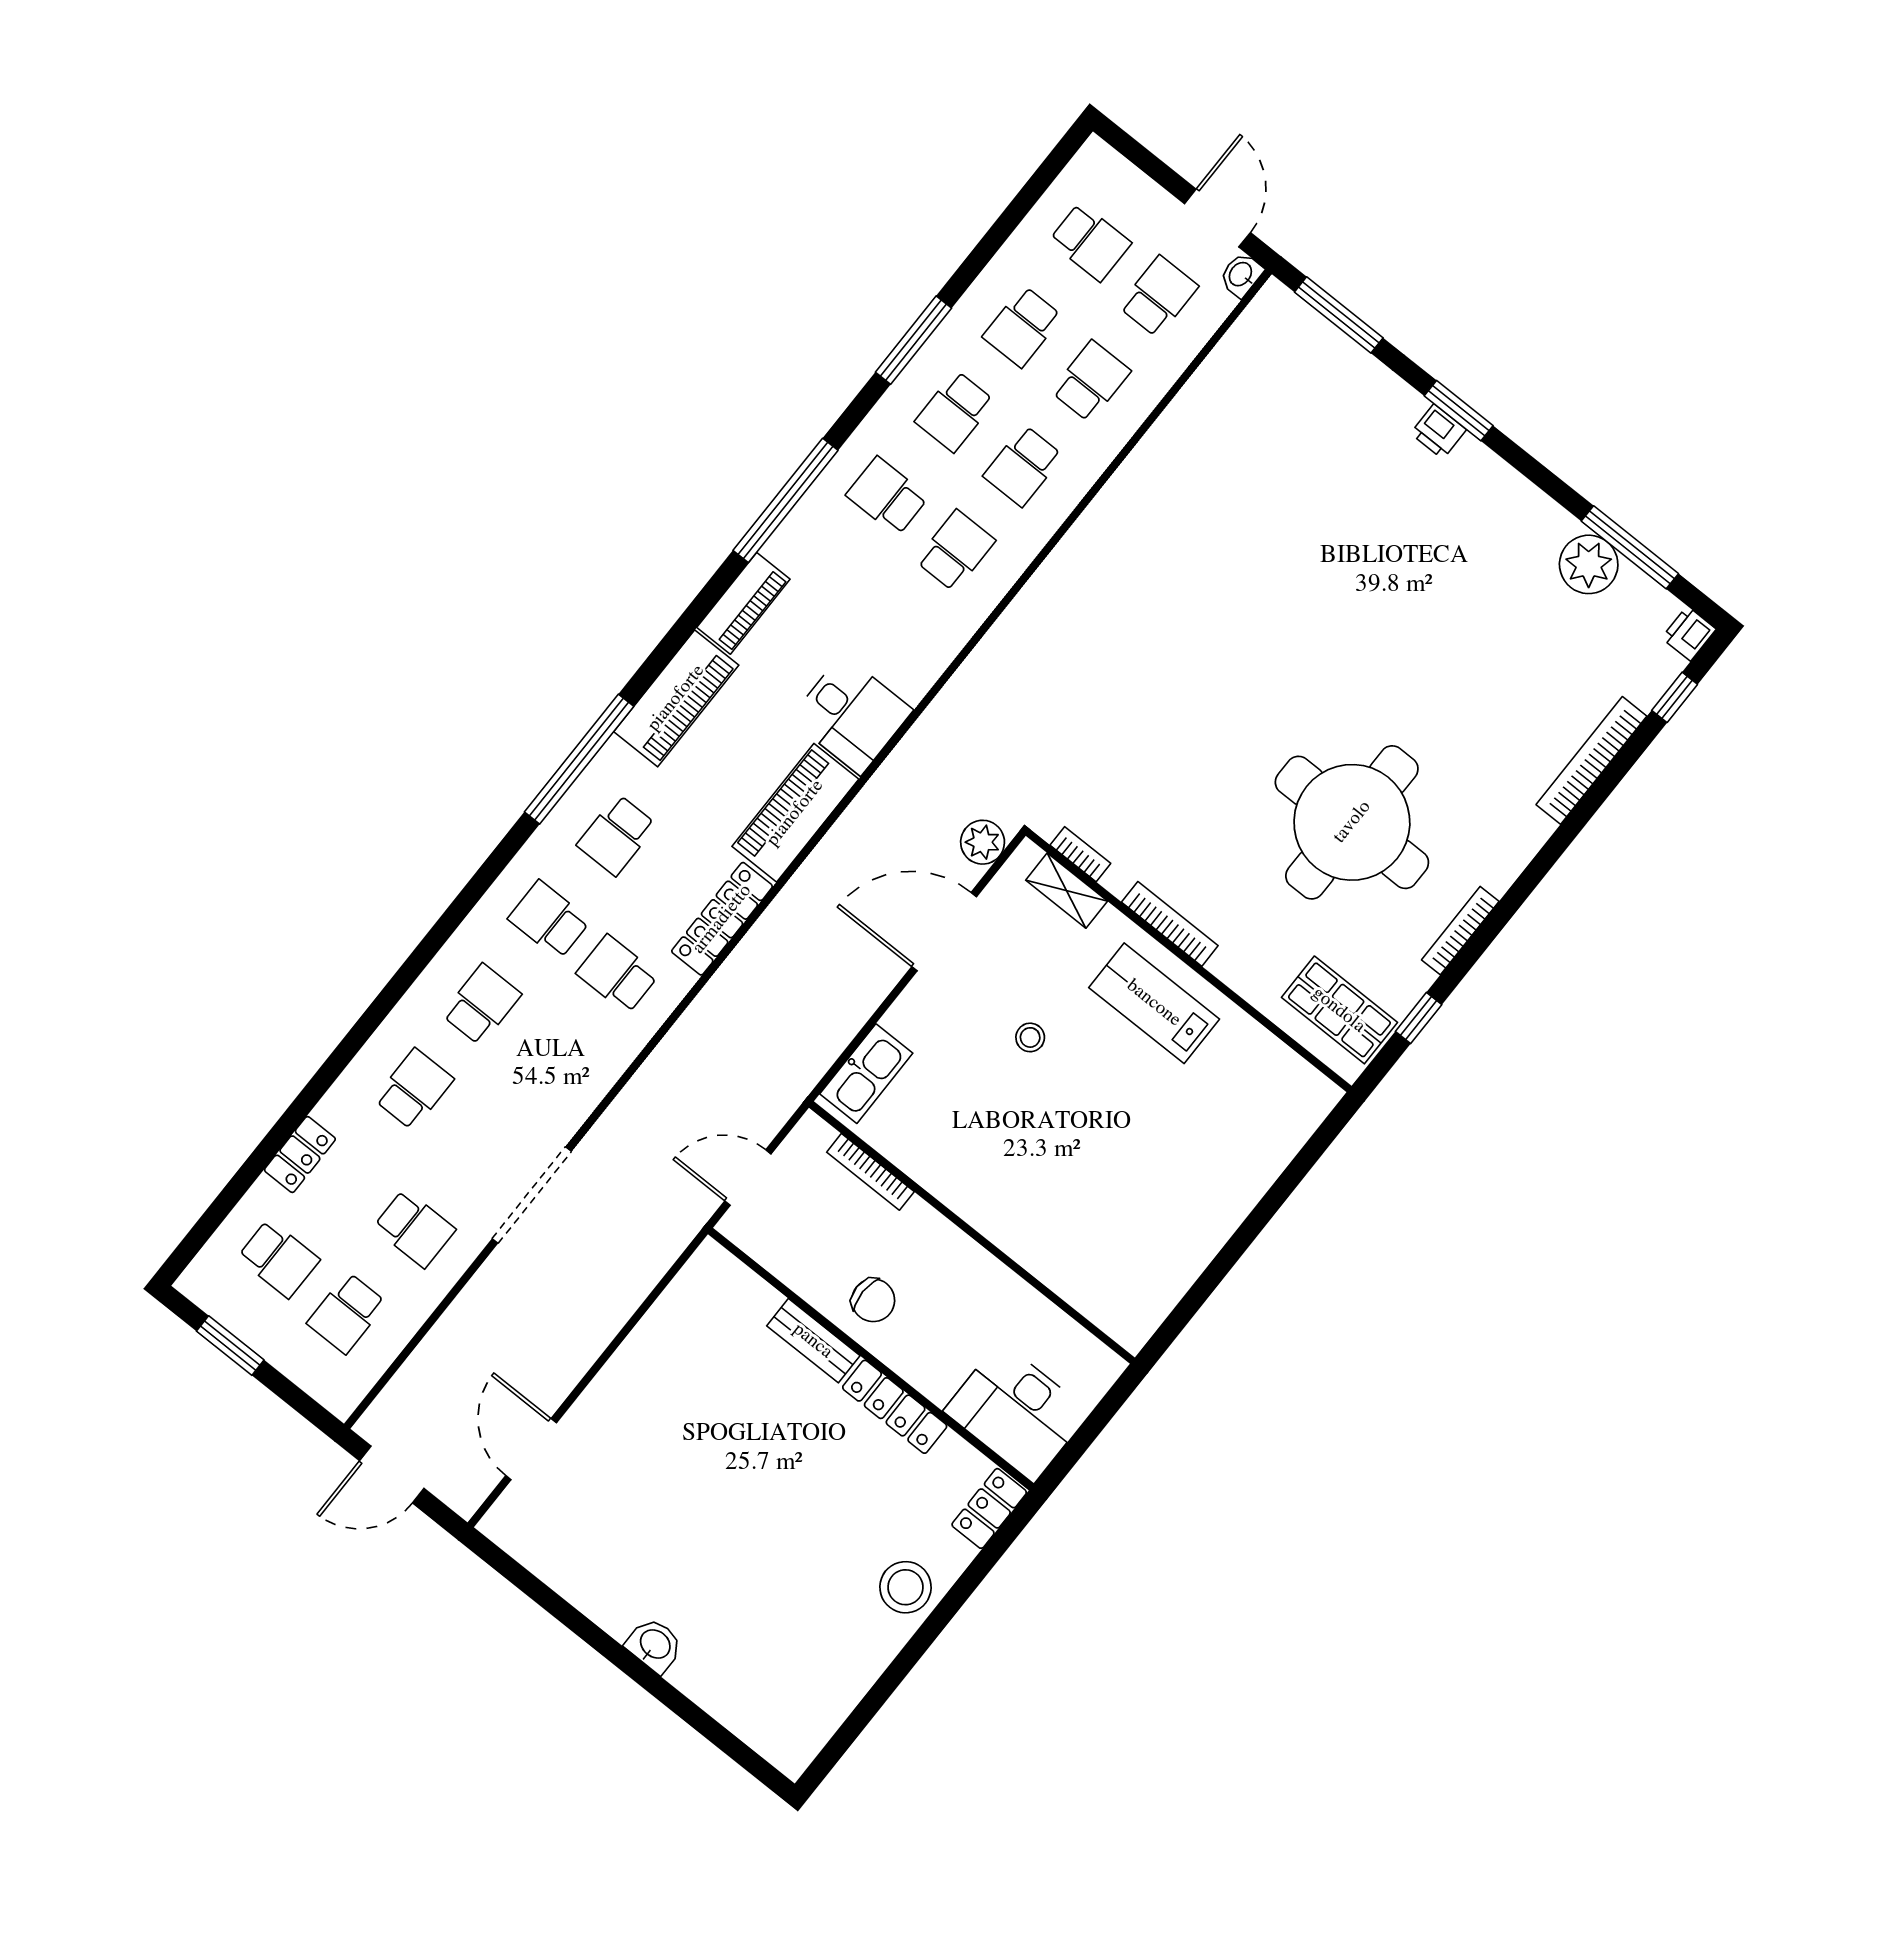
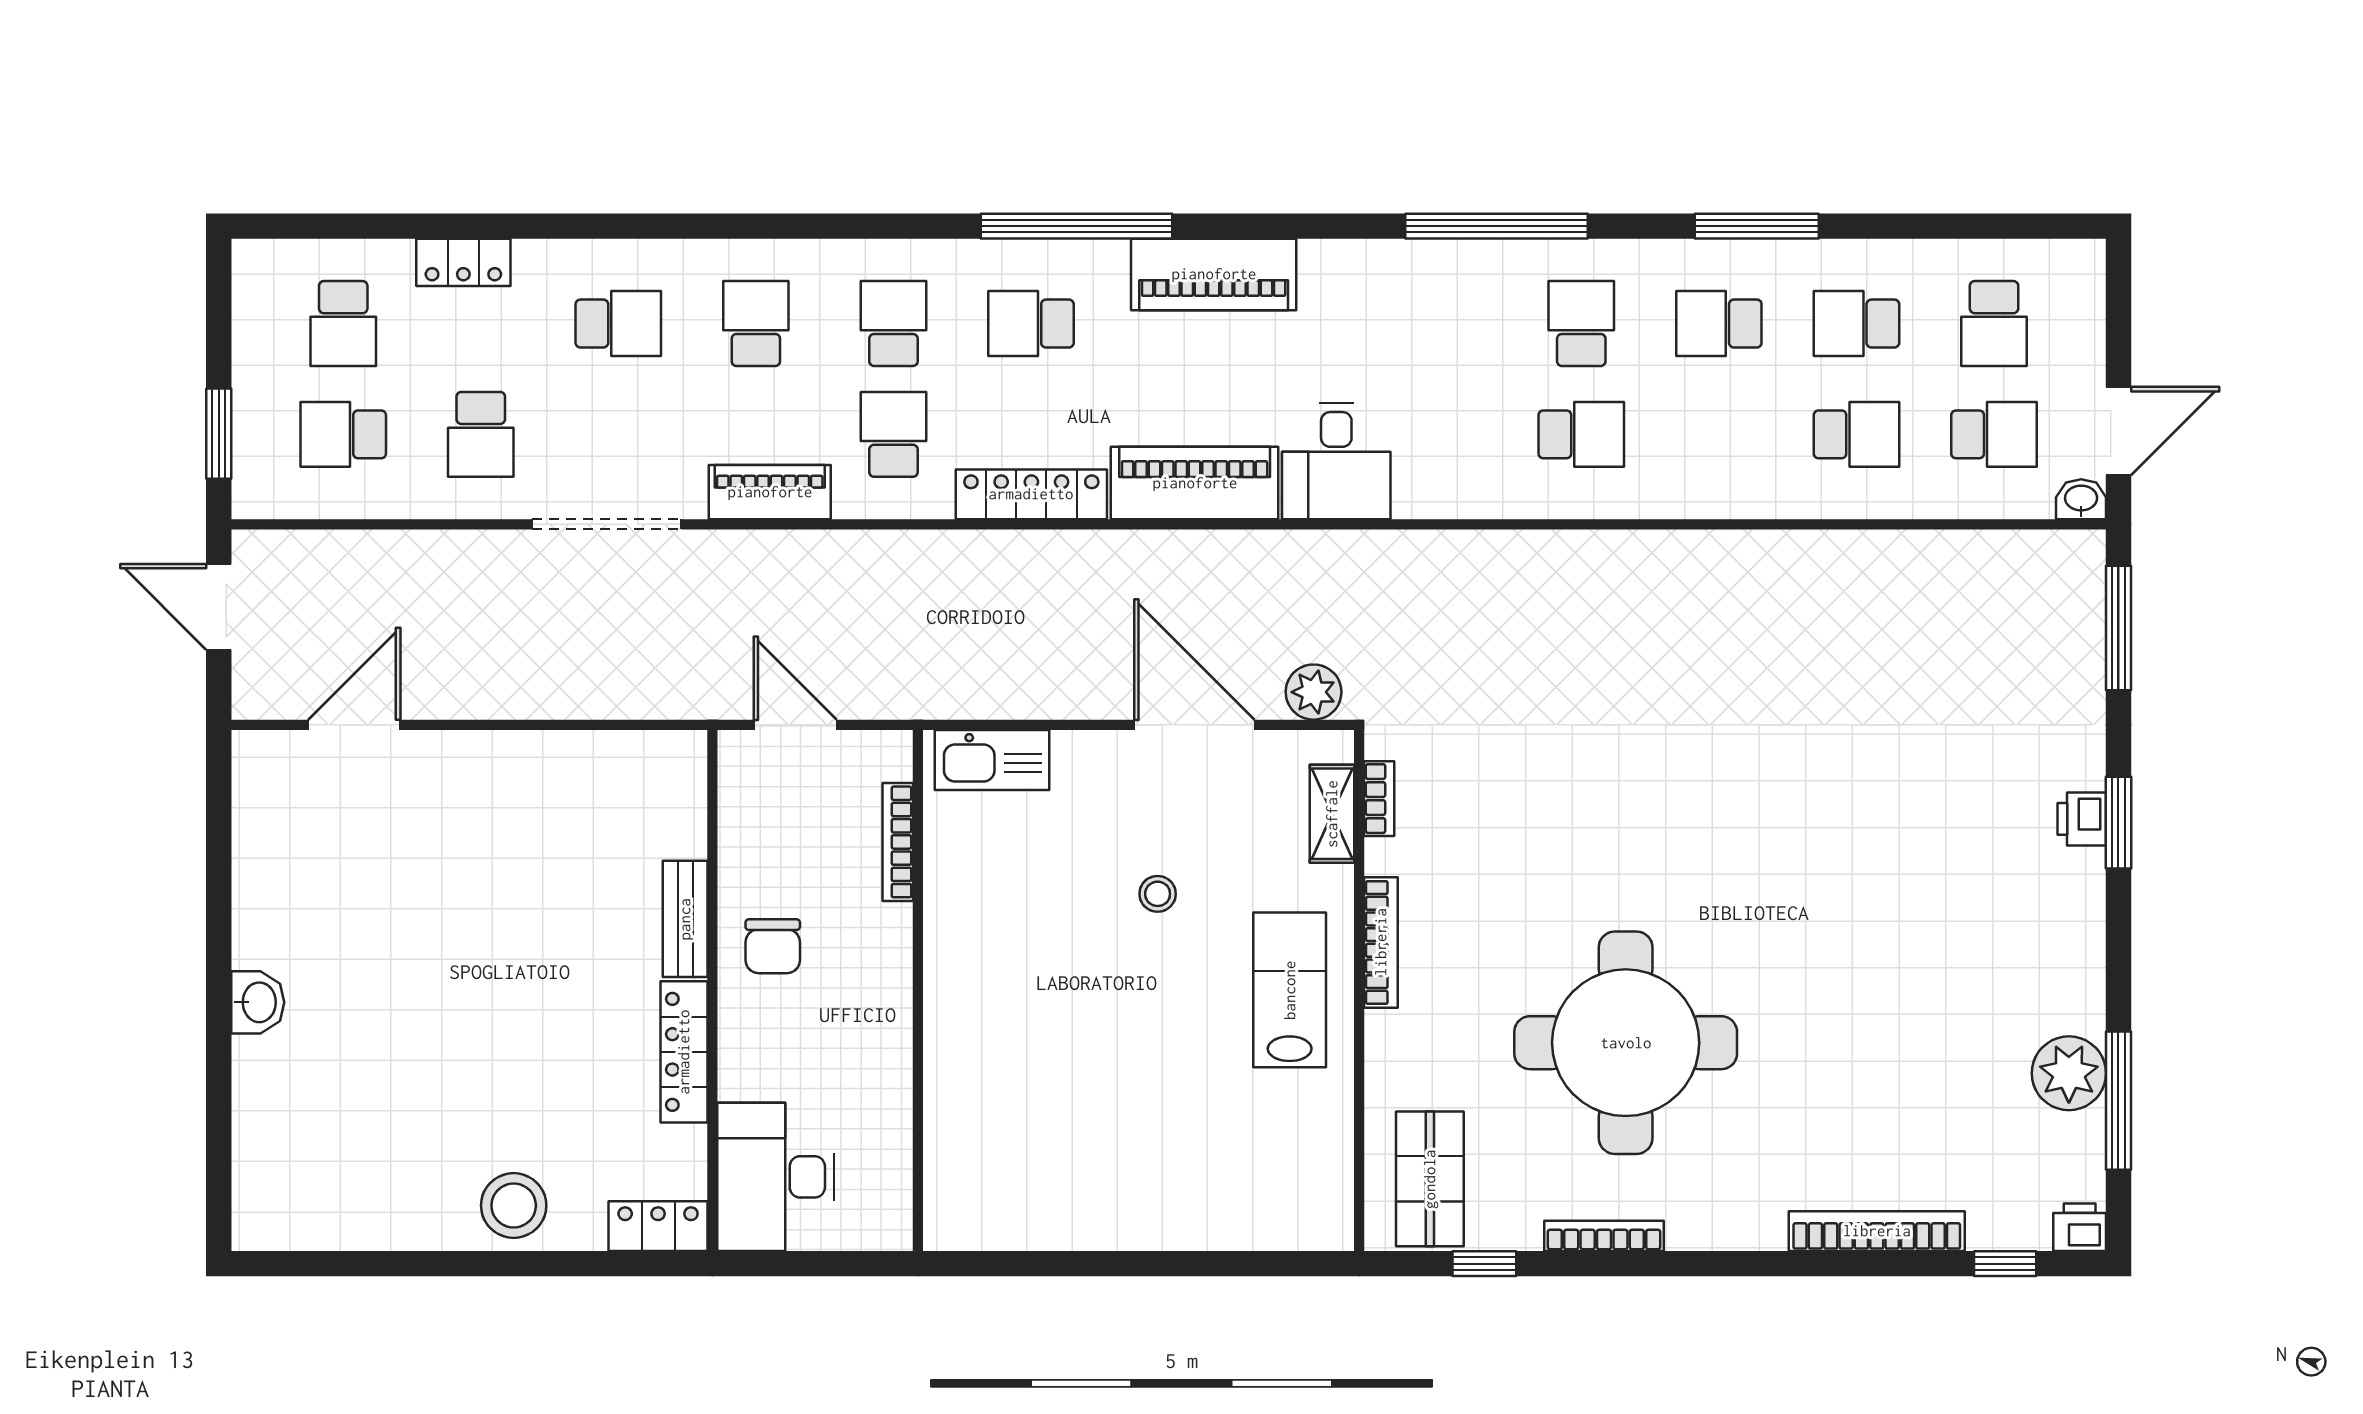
school desk: (1023, 466) -> (1719, 434), removed
piano: (743, 603) -> (770, 492), moved, turned 180
school desk: (481, 1004) -> (756, 324), turned -90
window: (230, 1346) -> (219, 434), moved

